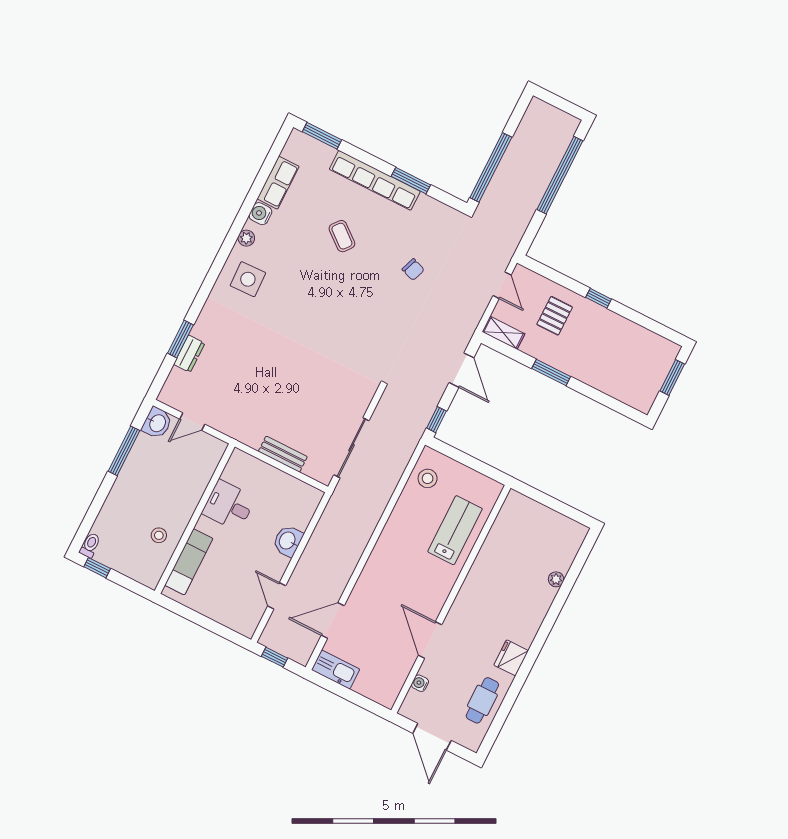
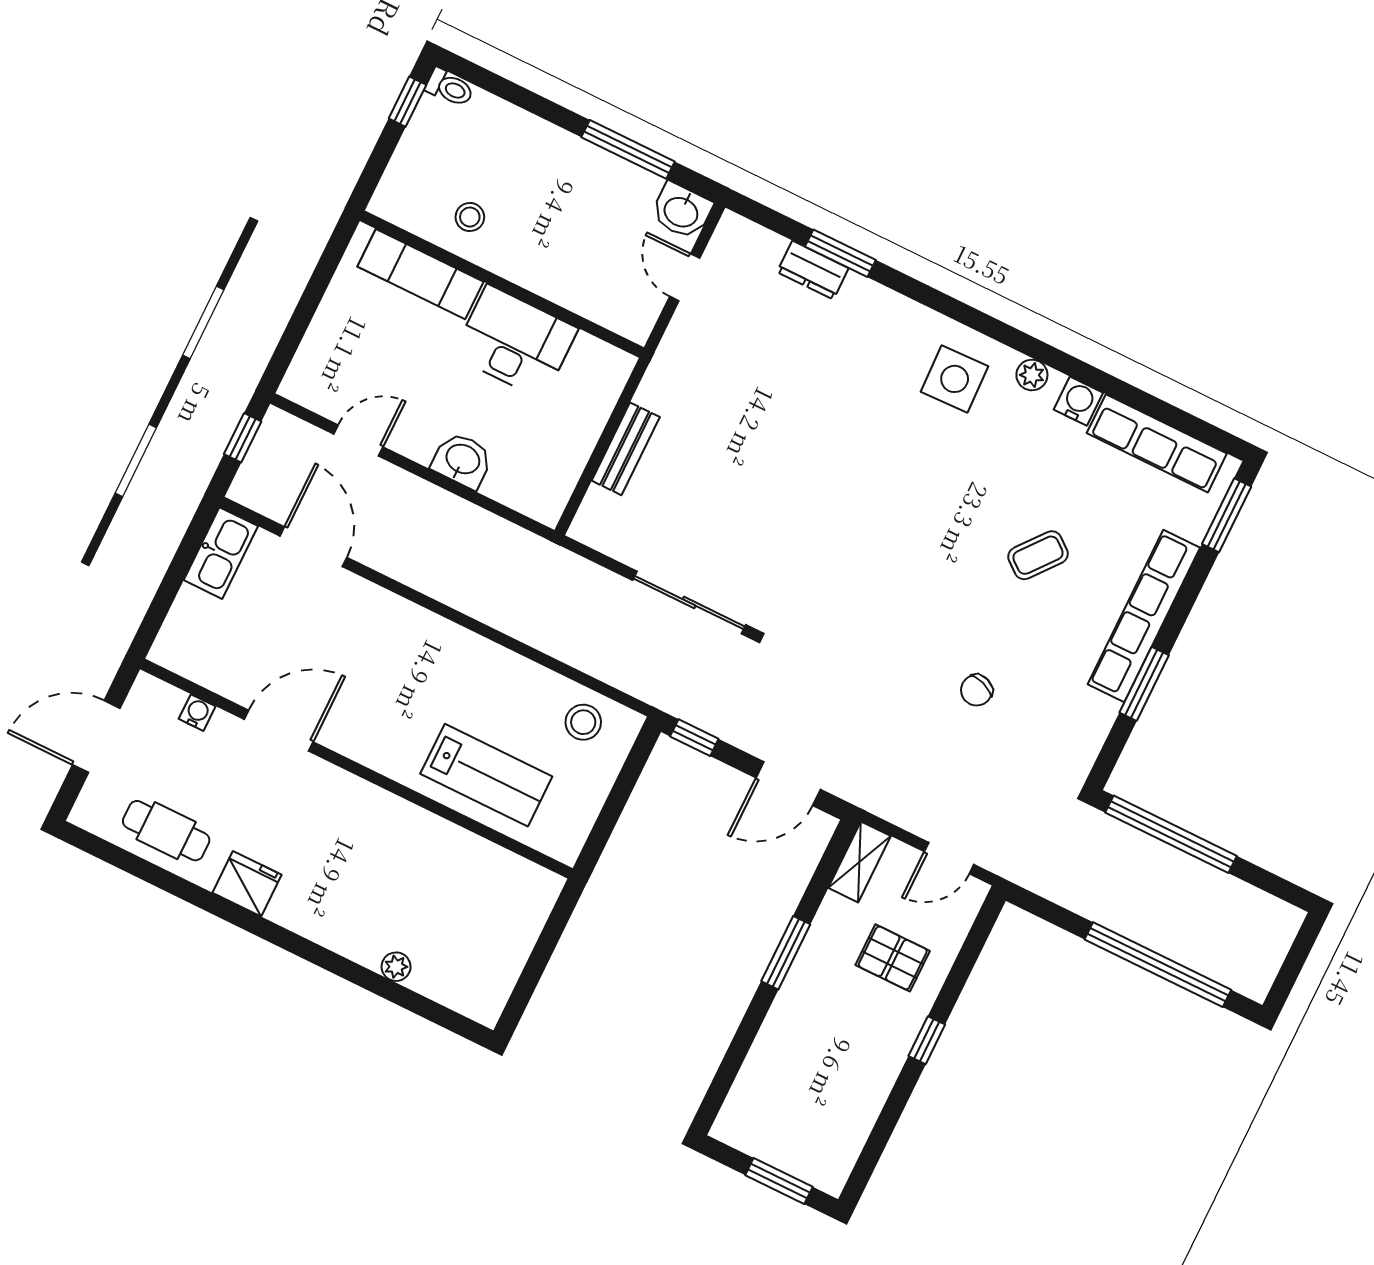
row of seats: (278, 183) -> (1157, 443), width x1.48
sliding door: (351, 448) -> (689, 603), moved
desk: (229, 505) -> (515, 342), width x1.37

